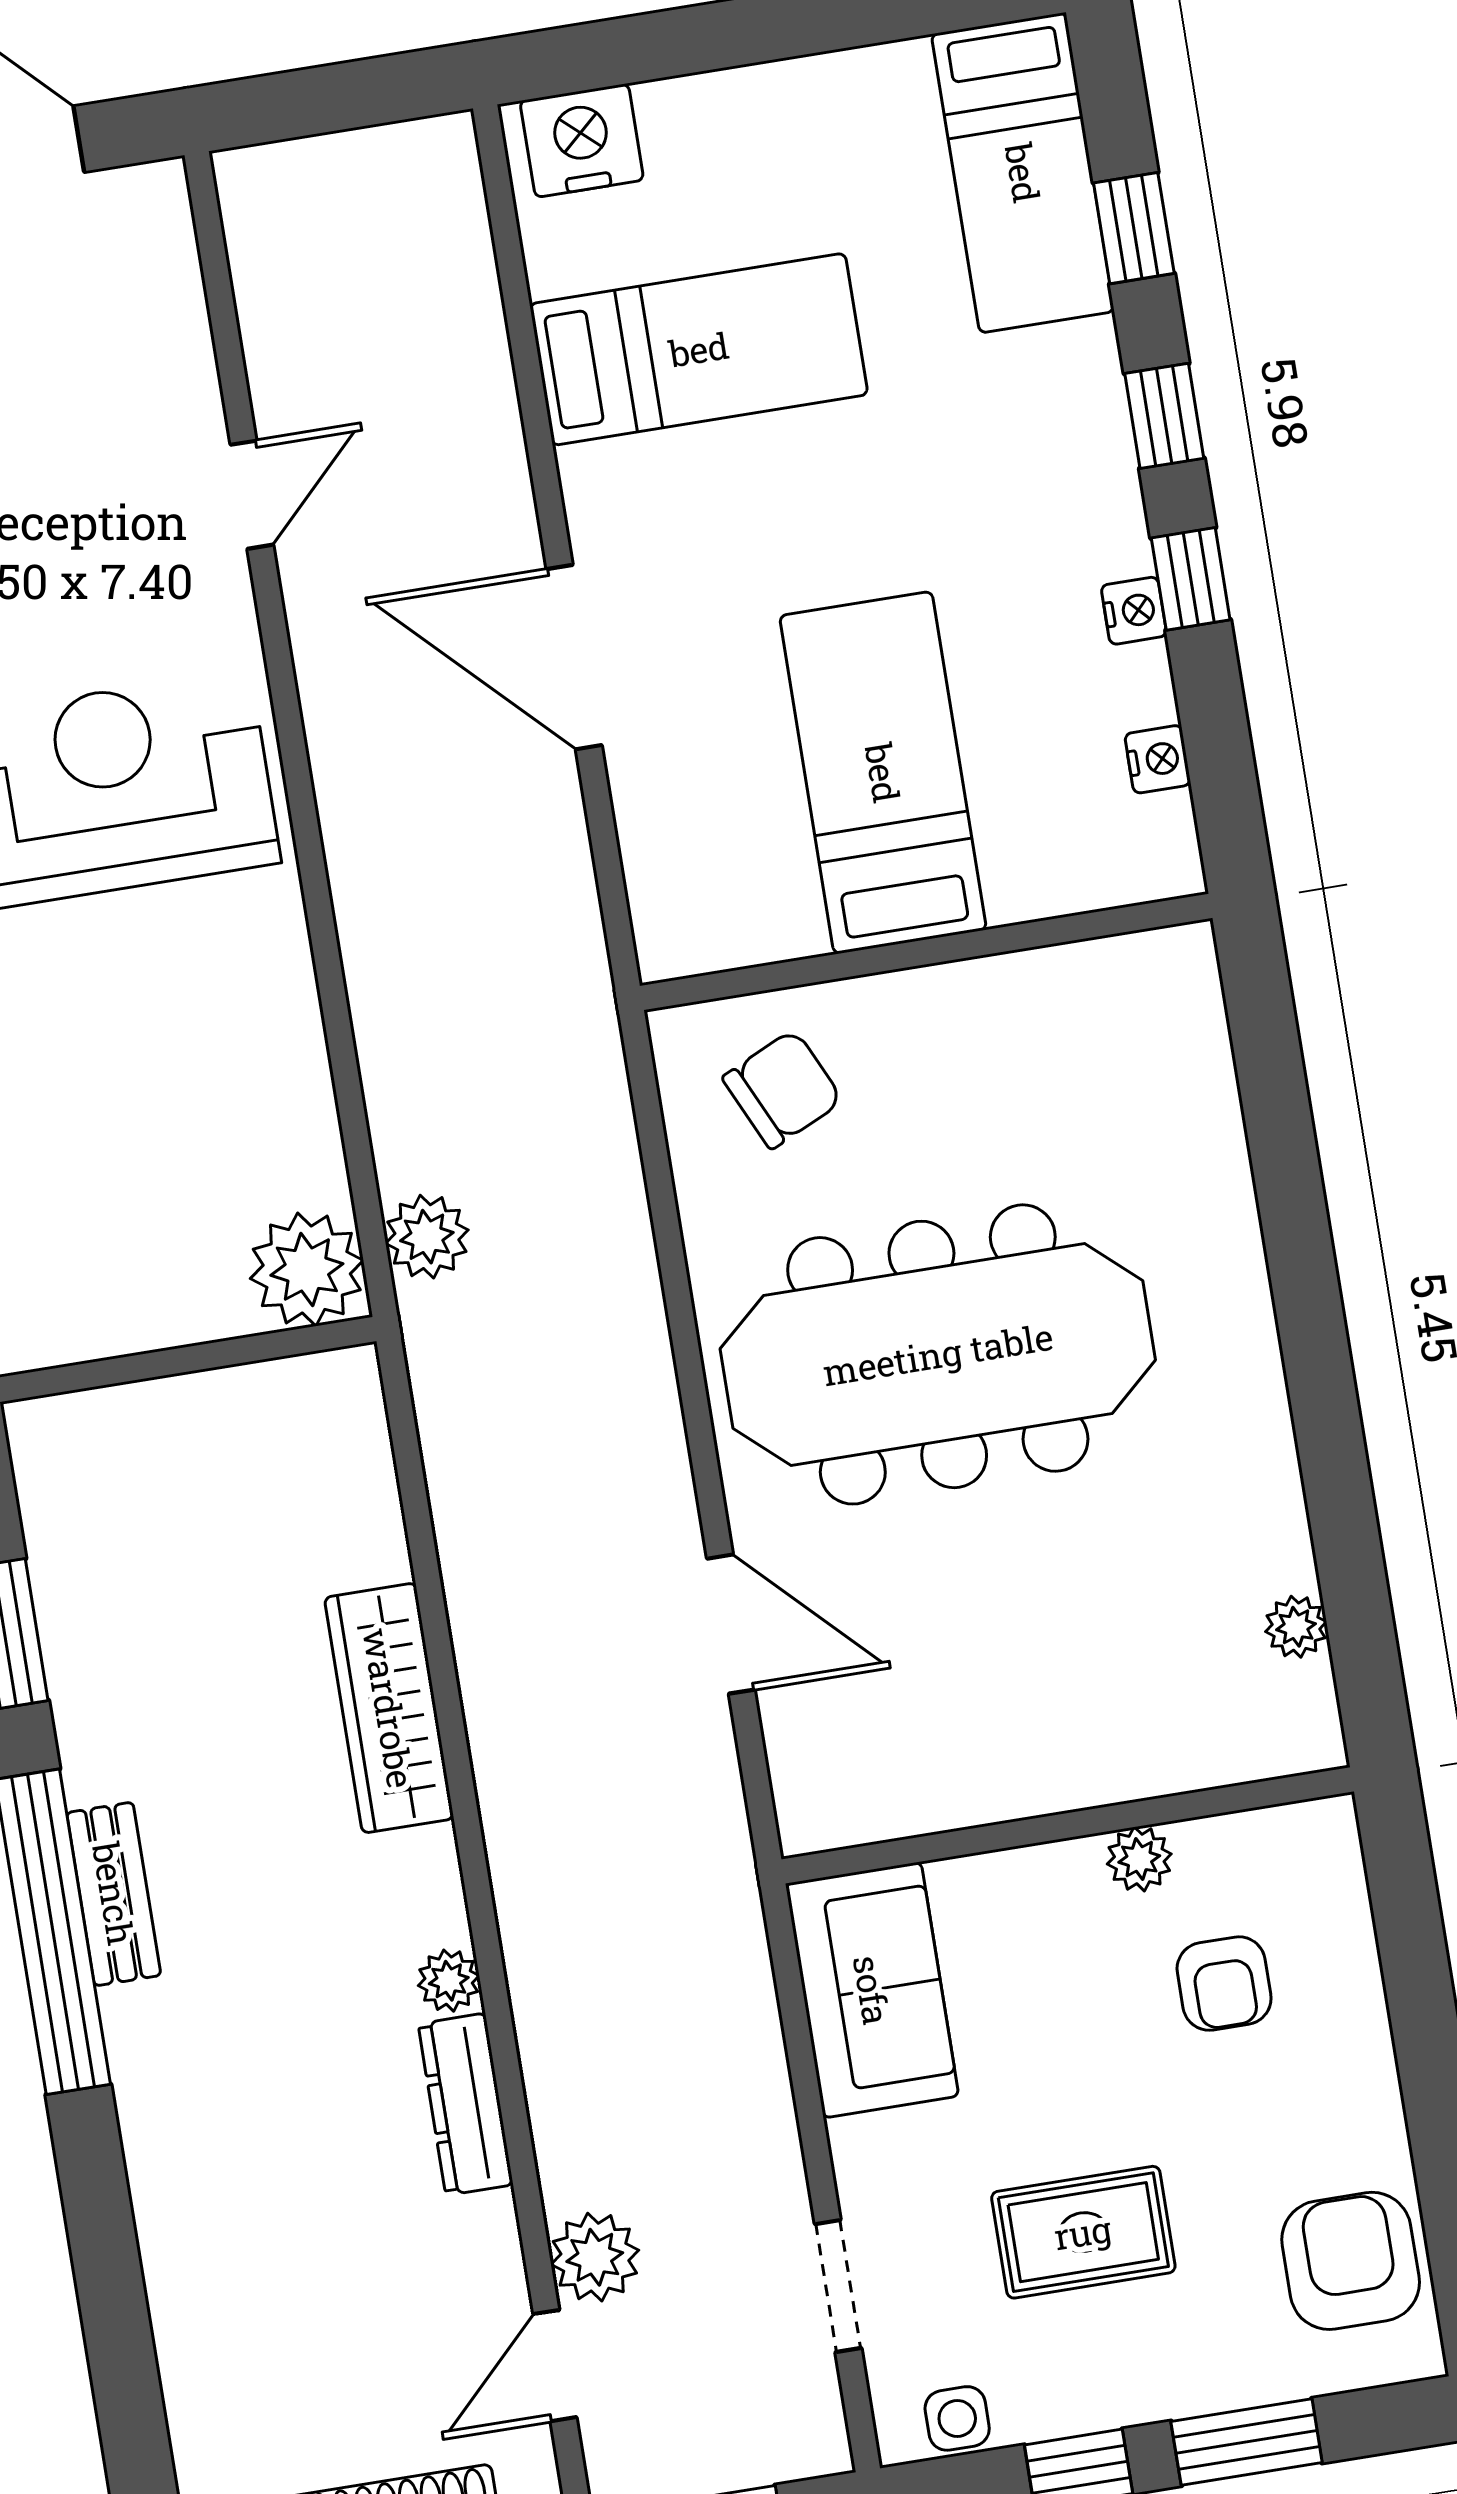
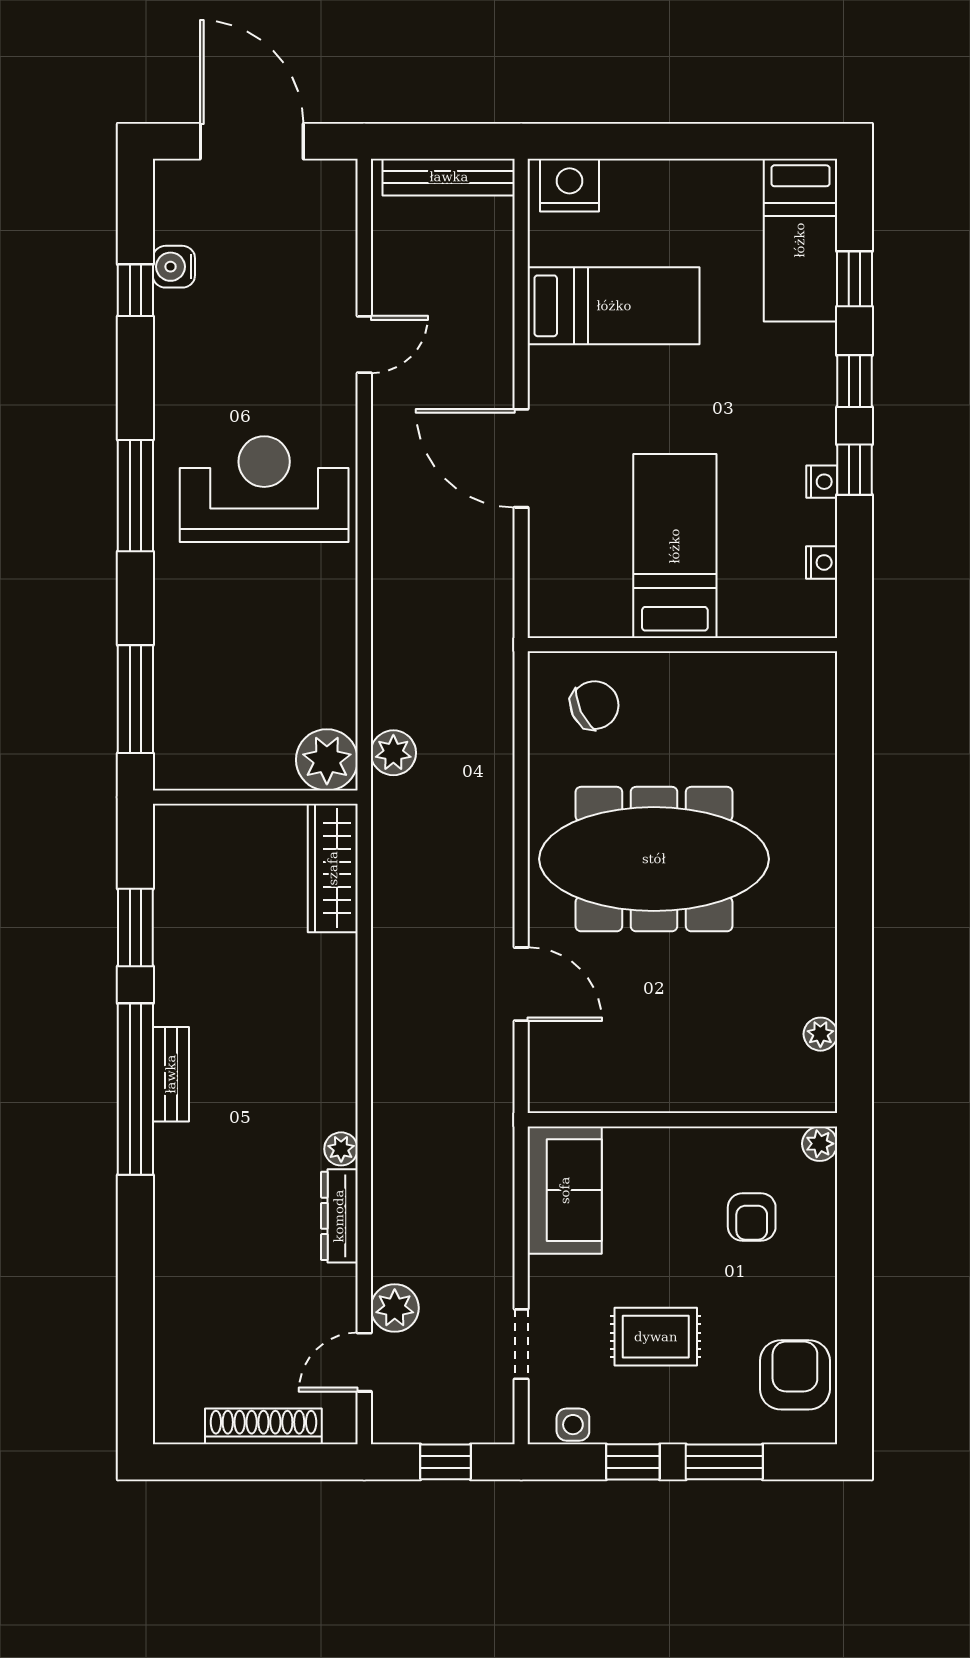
bench: (357, 162) -> (449, 177), added
wardrobe: (389, 1708) -> (333, 868), moved
plant: (1139, 1859) -> (820, 1144), moved

